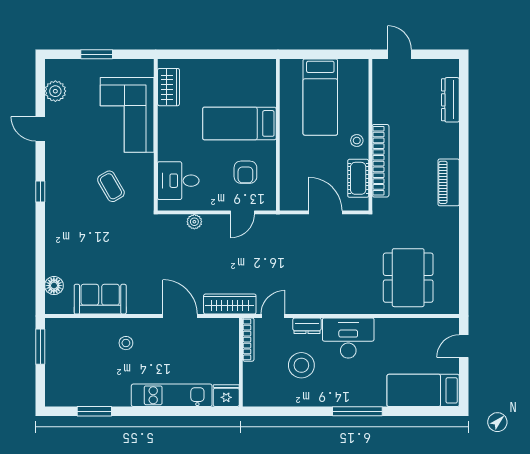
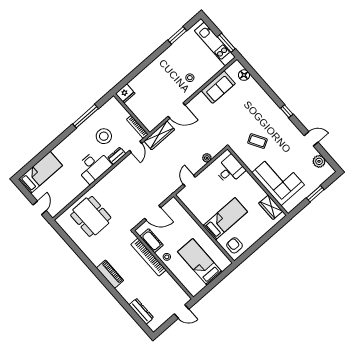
armchair: (245, 172) -> (234, 245), moved
kitchen unit: (172, 395) -> (215, 44), moved, turned 90
window: (357, 411) -> (86, 116), moved

